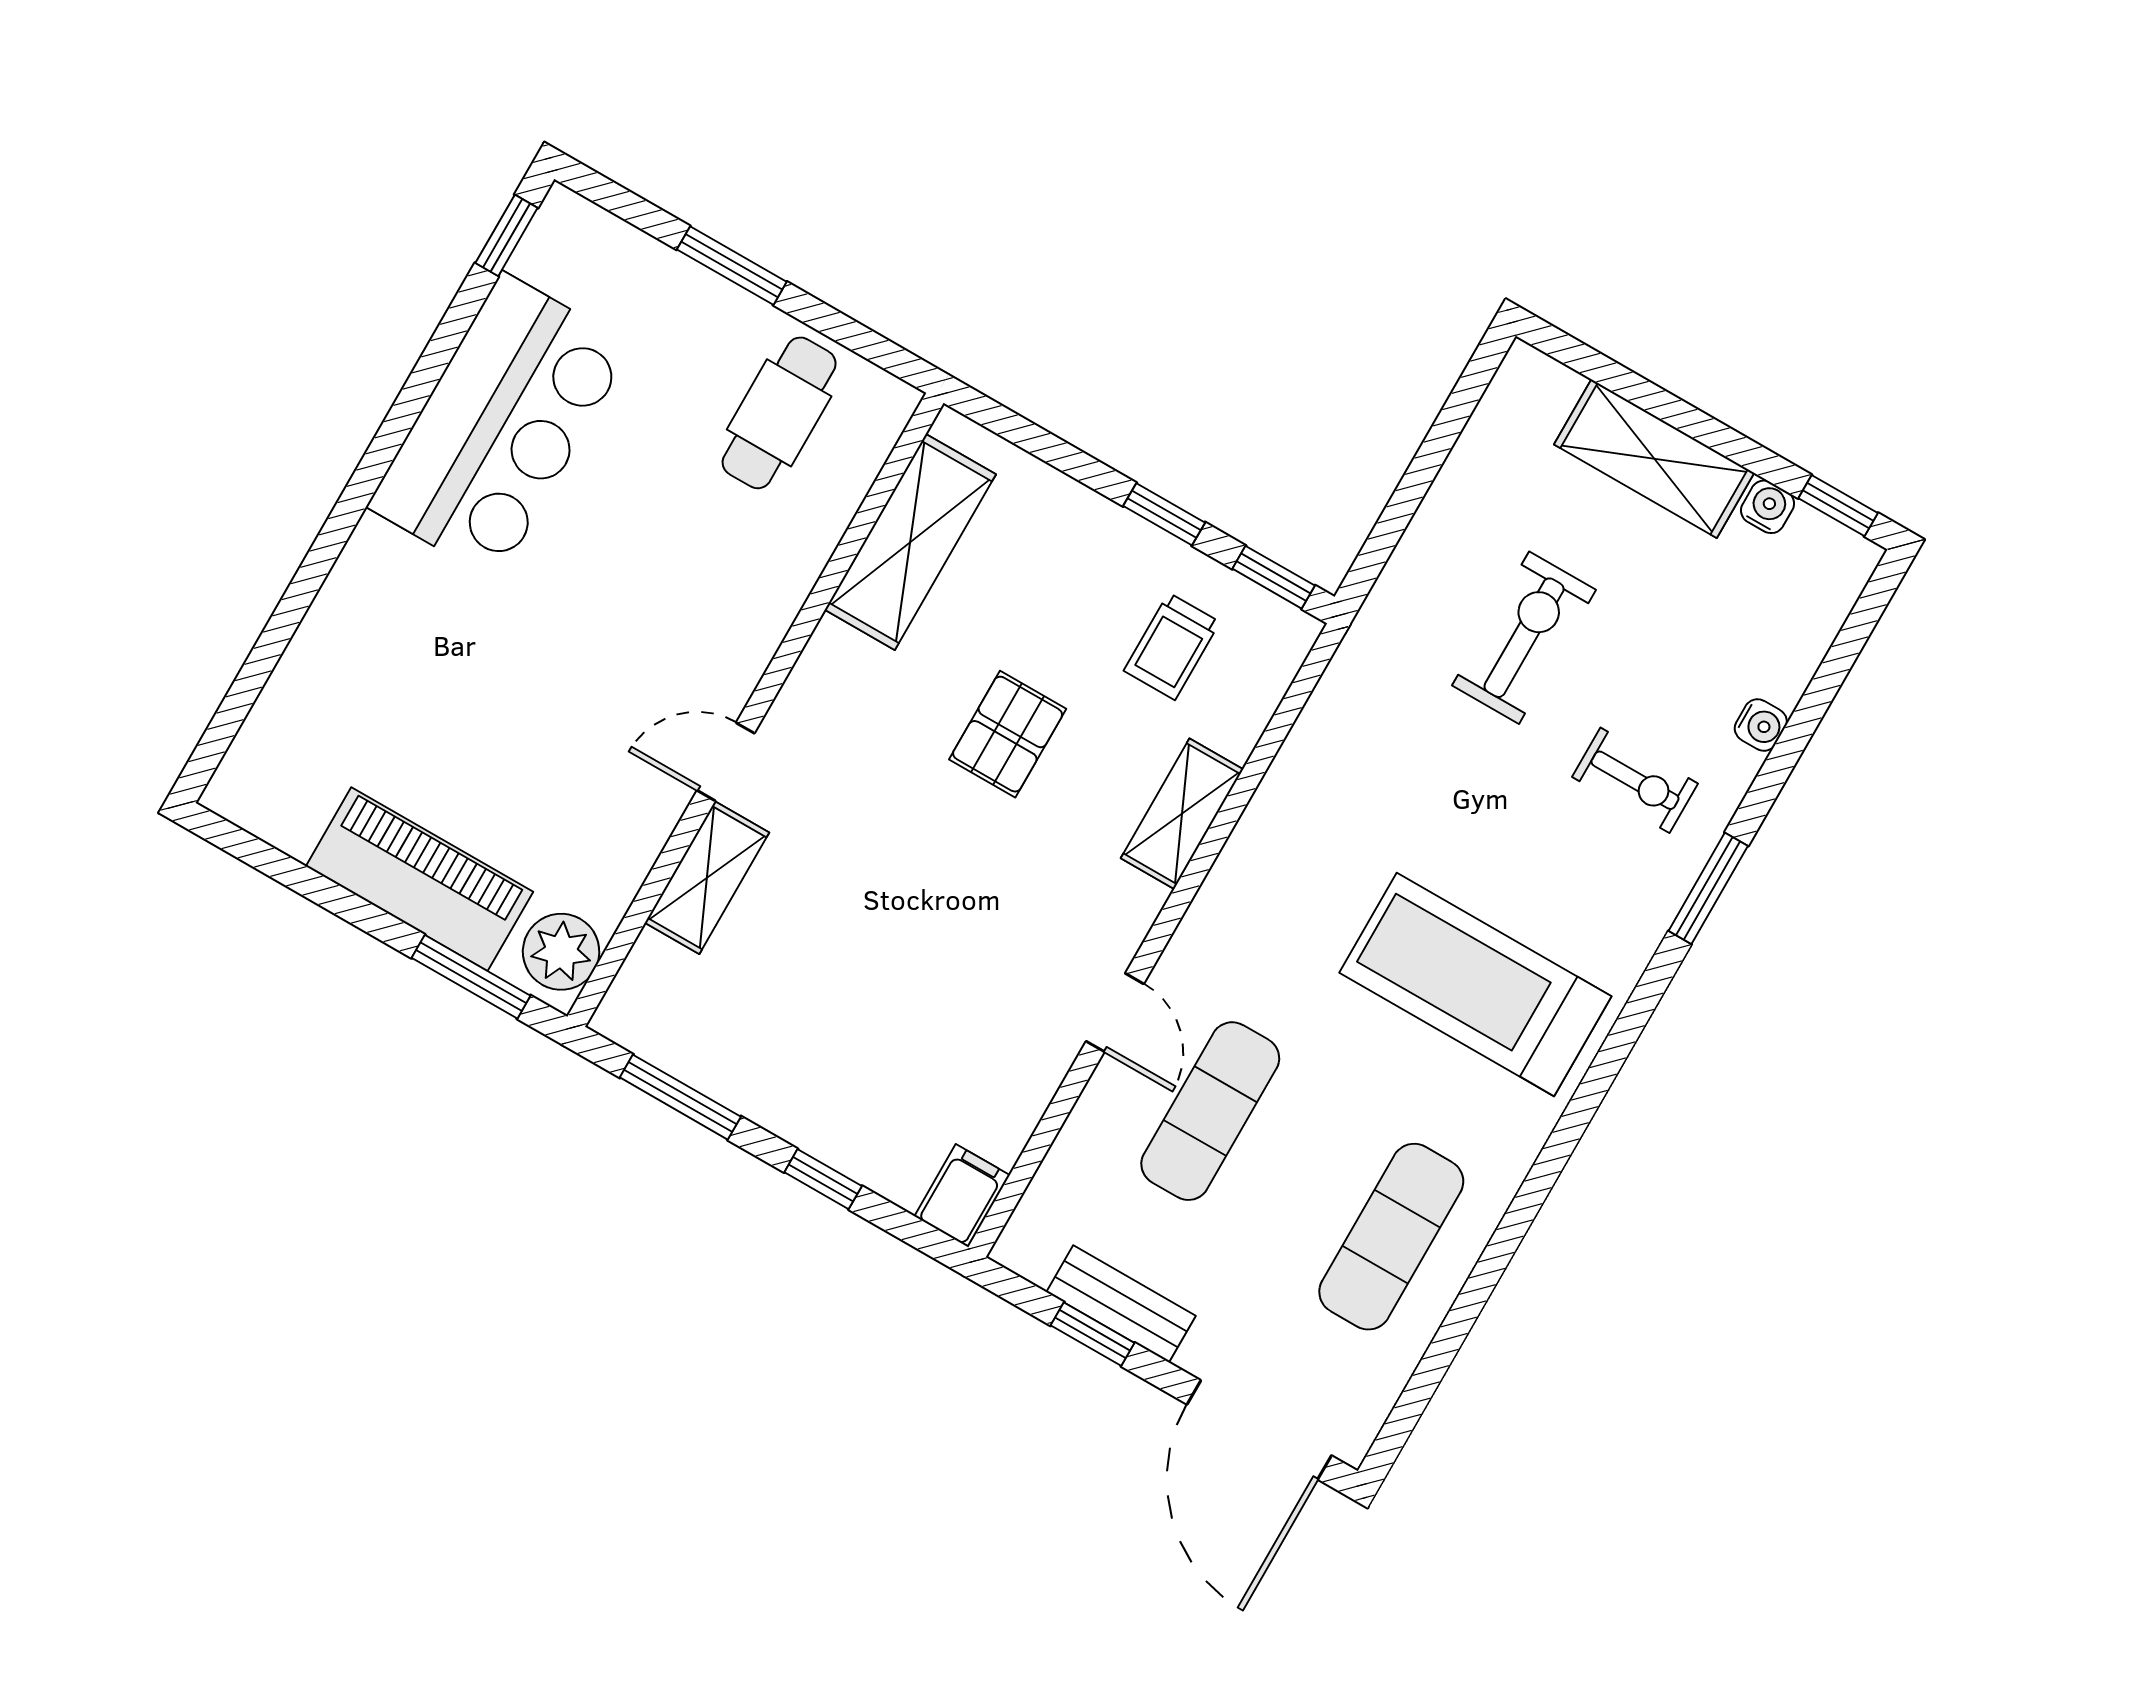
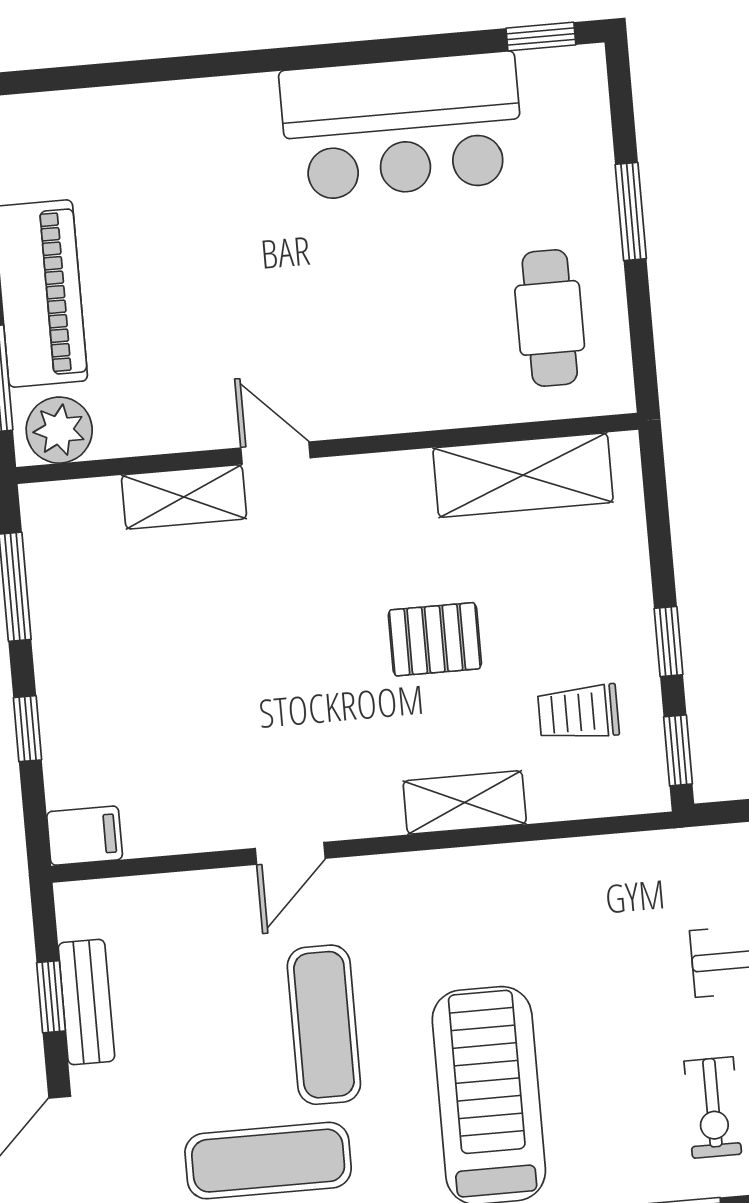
cafe table: (779, 413) -> (550, 318), turned 90
exercise mat: (1210, 1111) -> (324, 1025), moved, turned 90

